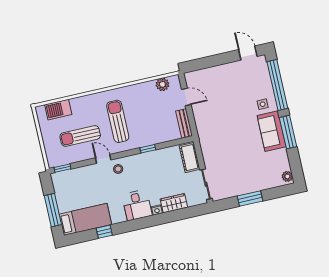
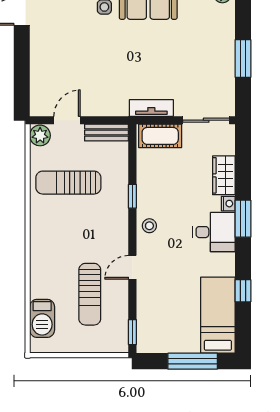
plant: (162, 84) -> (40, 135), moved
sun lounger: (118, 121) -> (68, 183), moved
tv unit: (206, 148) -> (151, 108), added
stool: (118, 169) -> (149, 226), moved
window: (149, 221) -> (243, 219), added

